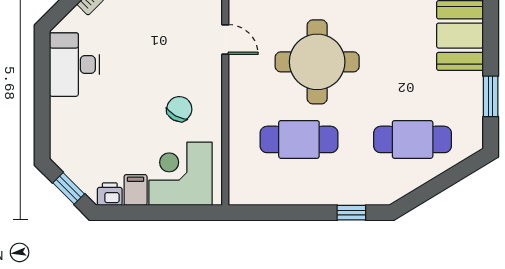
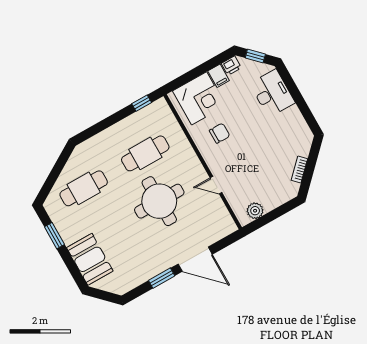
desk: (74, 65) -> (272, 93), moved
chair: (179, 109) -> (220, 133), turned -119
window: (351, 213) -> (142, 103), moved

